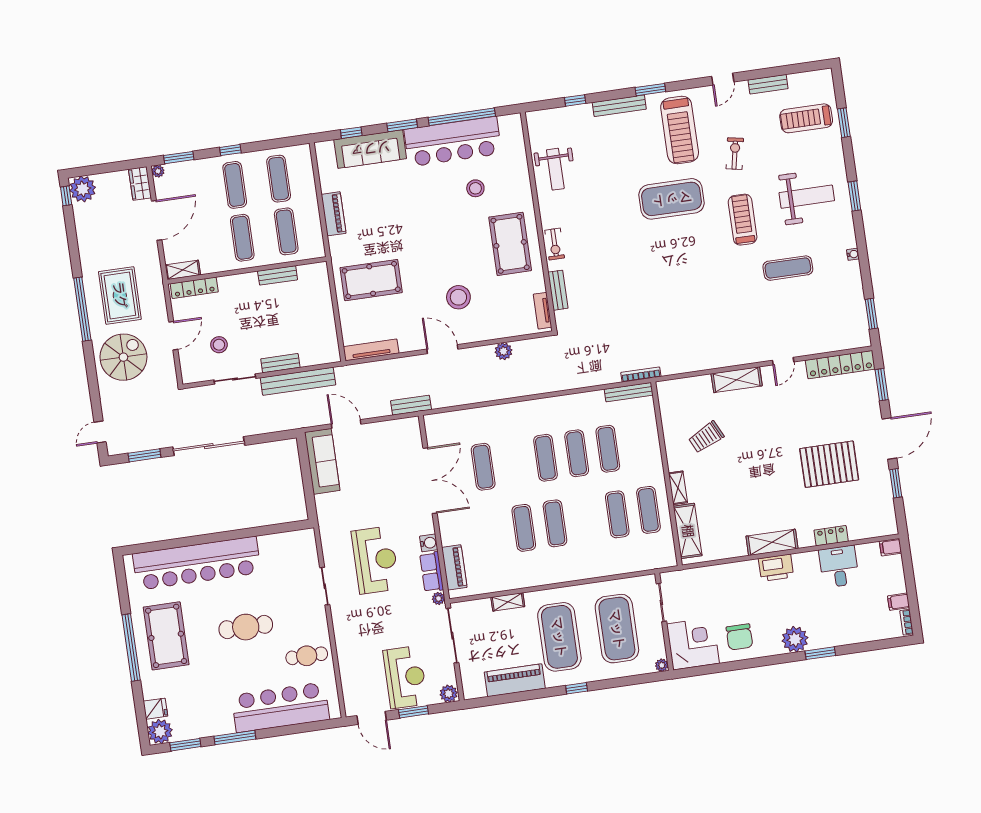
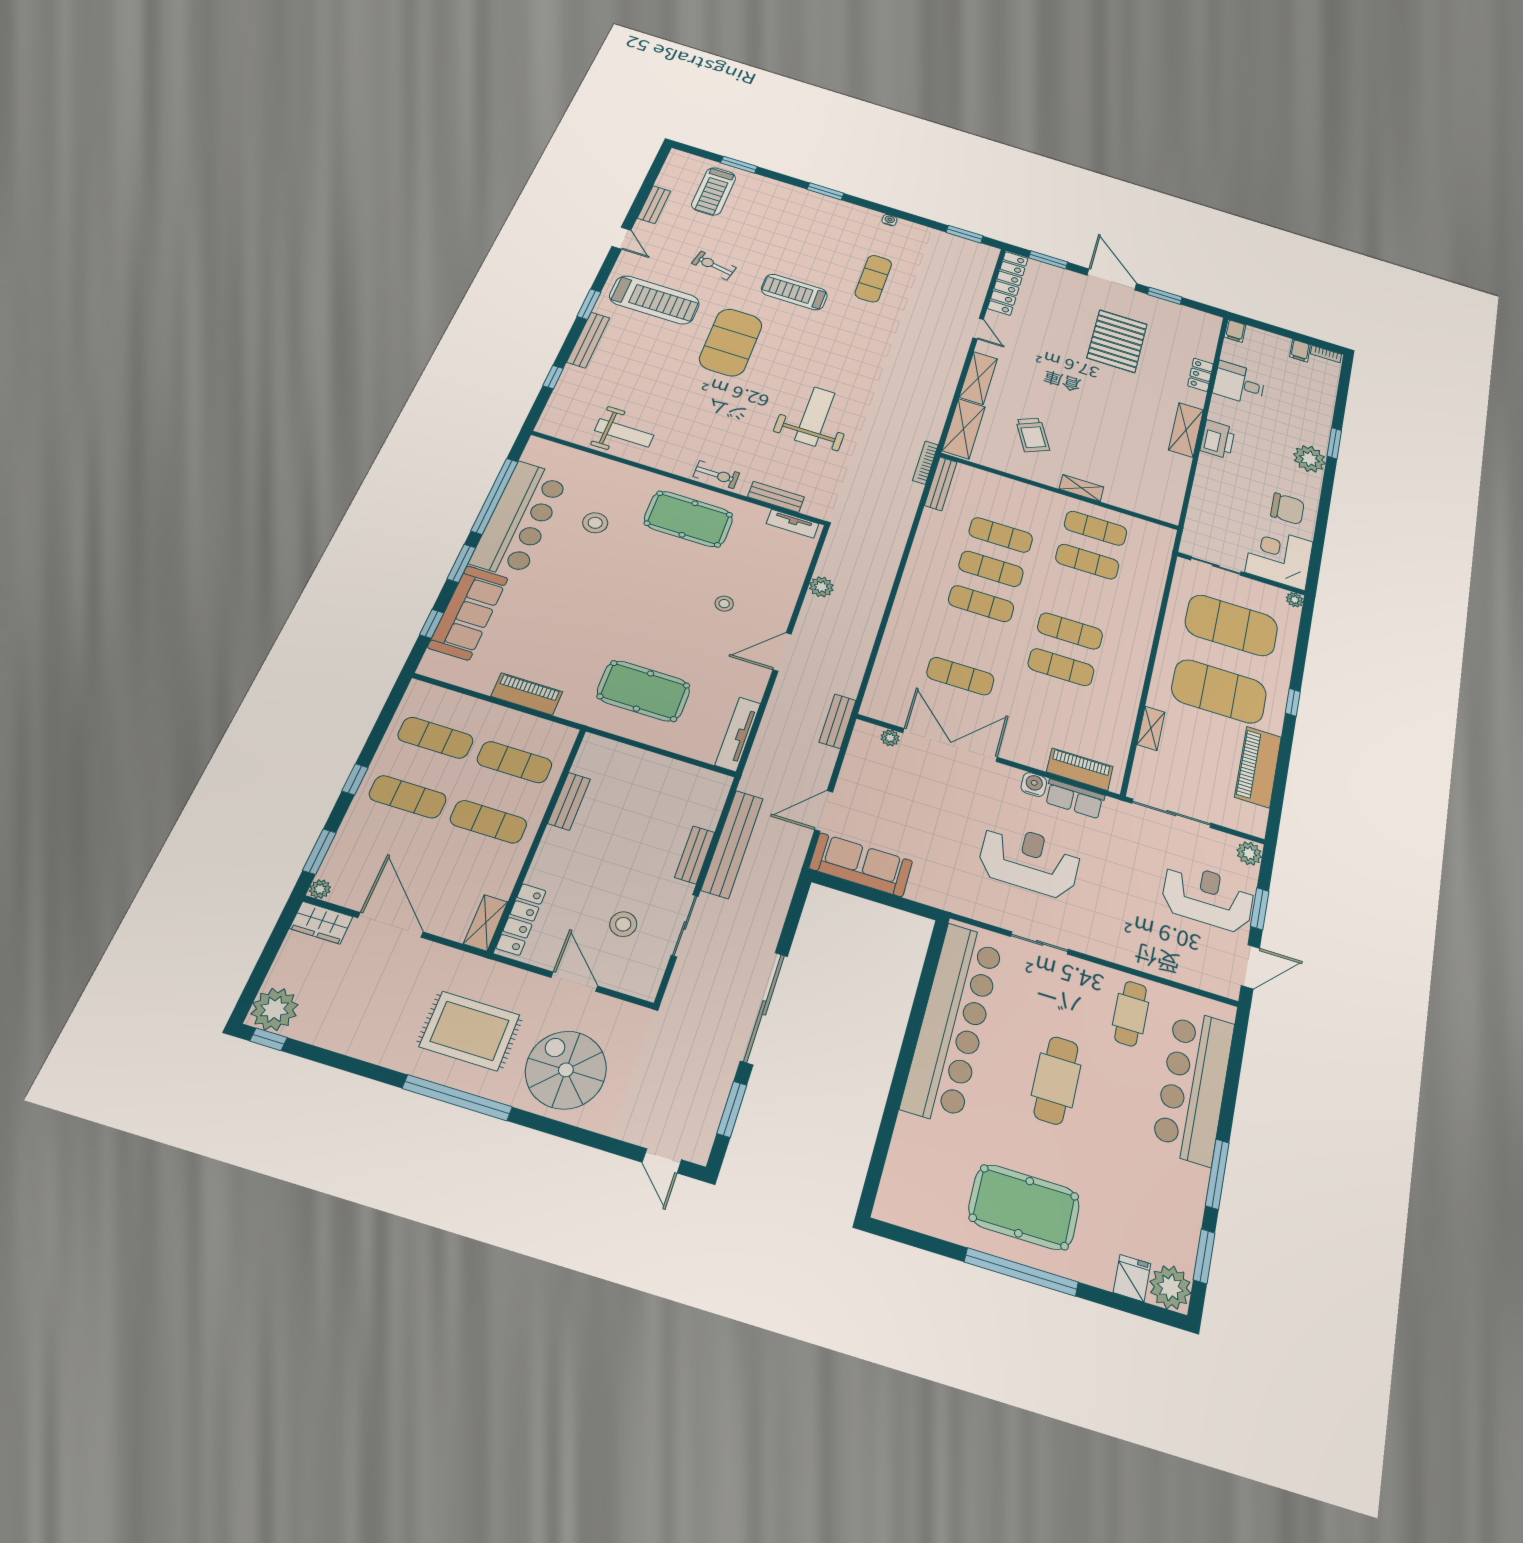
weight bench: (807, 197) -> (815, 416), moved
pool table: (371, 280) -> (643, 691), turned 90
stool: (458, 297) -> (724, 604), width x0.53, depth x0.53
shelving: (688, 531) -> (964, 429), moved, turned 90
bar counter: (197, 563) -> (953, 1022), moved
plant: (438, 598) -> (890, 738), moved

